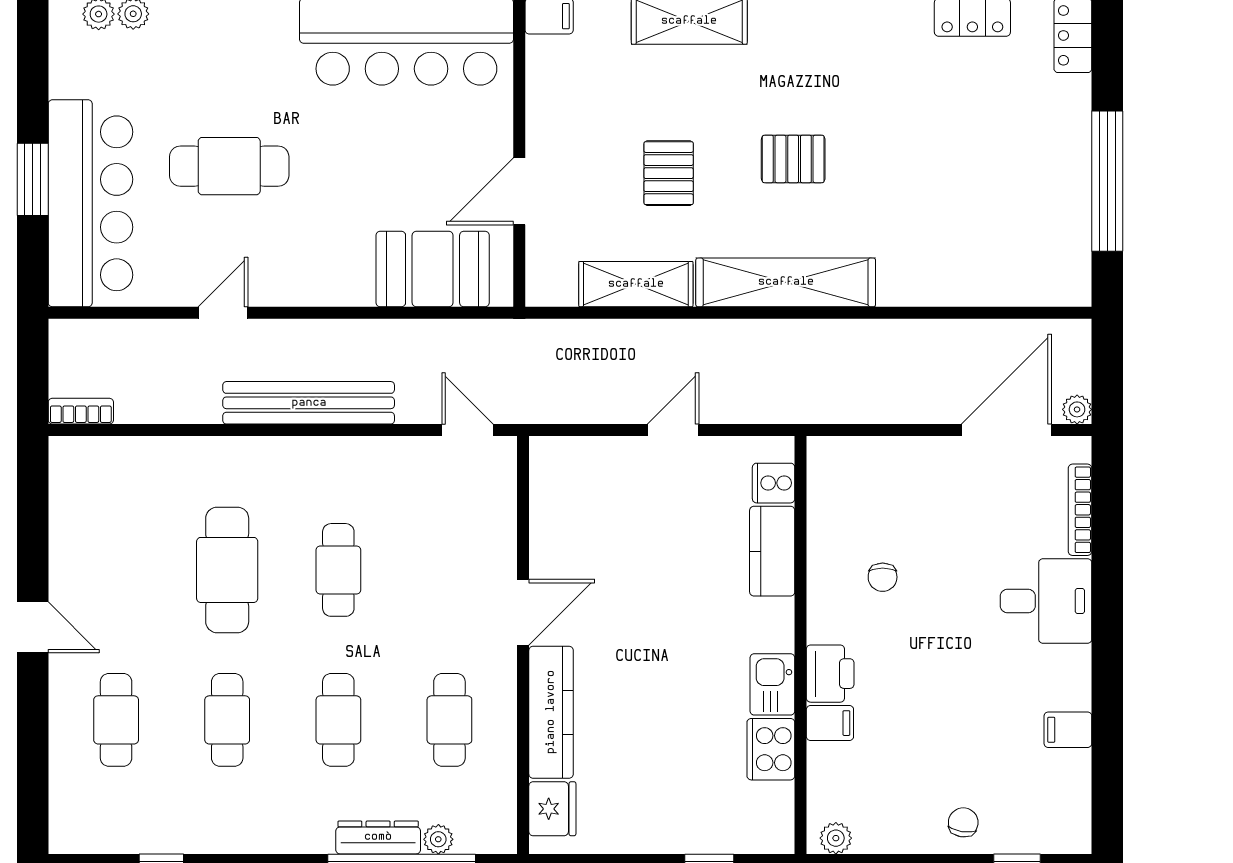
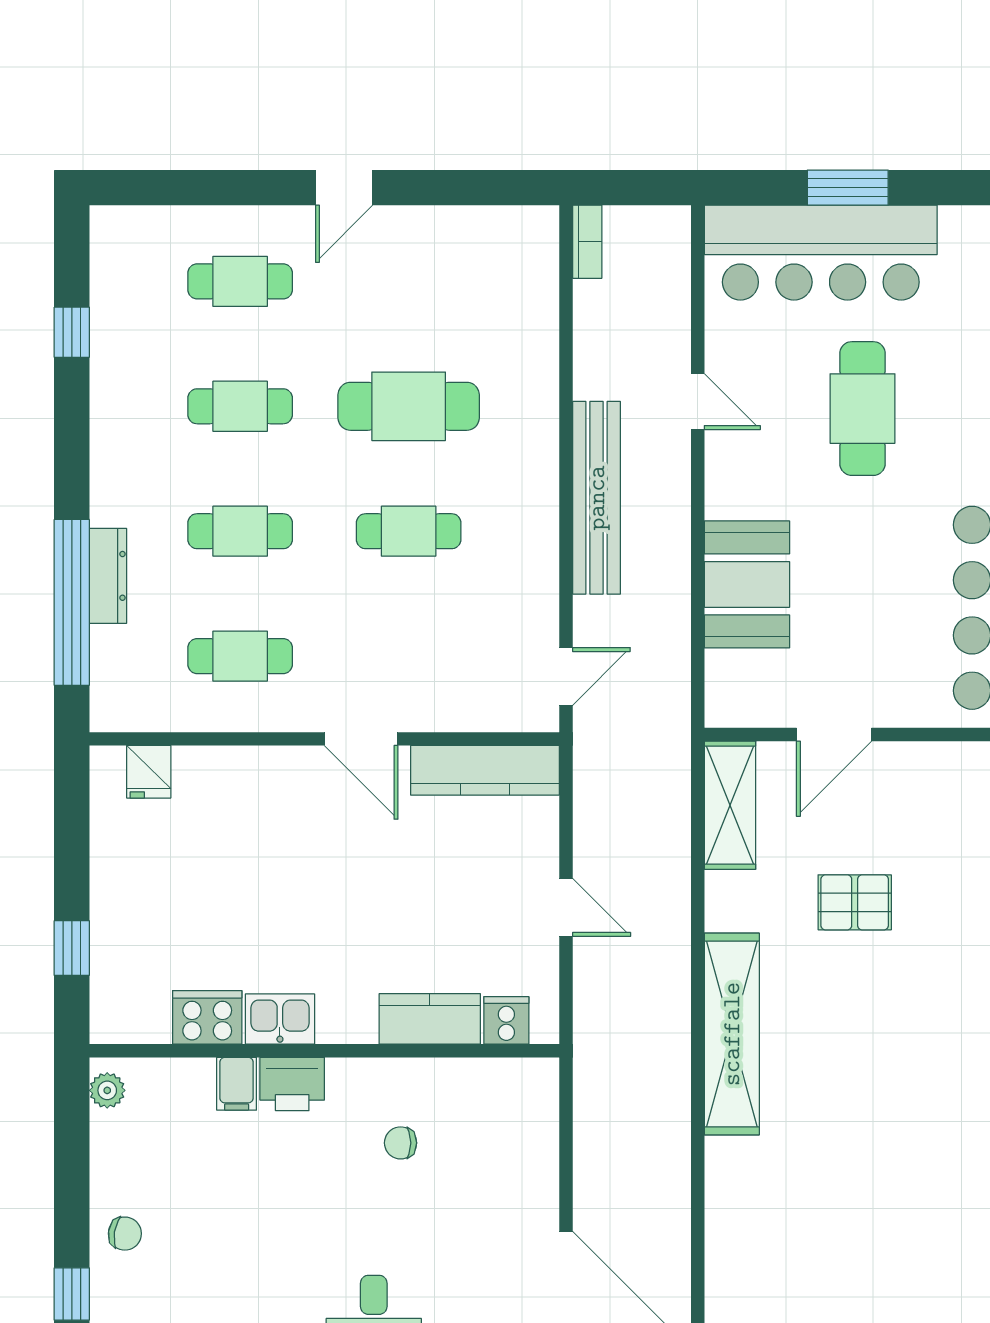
pallet: (793, 159) -> (871, 1042), removed
door: (519, 191) -> (834, 734), swing flipped
booth: (433, 269) -> (747, 584), moved
shelving: (636, 284) -> (730, 805), moved
kitchen counter: (551, 712) -> (485, 770), moved
fridge: (552, 809) -> (149, 772), width x0.72
plant: (438, 839) -> (106, 644), removed

